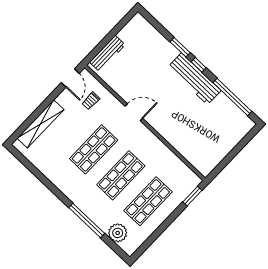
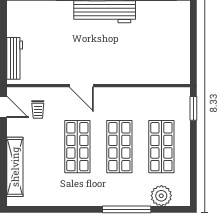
door: (134, 112) -> (81, 86), swing flipped

